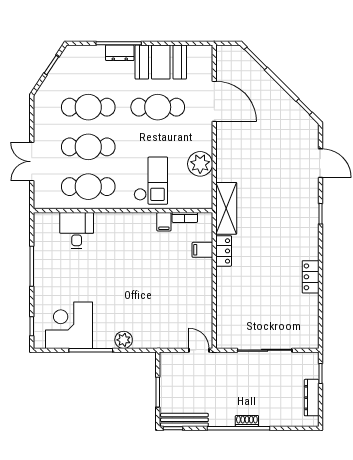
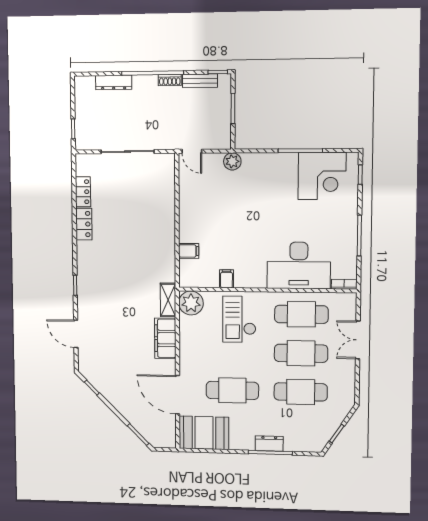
booth: (161, 62) -> (204, 433), moved
filing cabinet: (227, 160) -> (165, 338), added
double door: (32, 162) -> (358, 340), swing flipped
plant: (200, 164) -> (191, 303), moved
shelving: (226, 208) -> (168, 300), width x0.67, depth x0.75
bookcase: (185, 217) -> (344, 284), moved
desk: (77, 231) -> (299, 265), width x1.87, depth x1.30
locker: (224, 251) -> (83, 192), moved, turned 180
plant: (124, 340) -> (232, 161), moved
dresser: (312, 398) -> (114, 82), moved, turned 90
bench: (184, 420) -> (200, 81), width x0.73
shoe rack: (247, 421) -> (170, 80), moved

